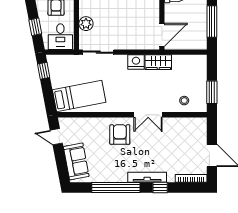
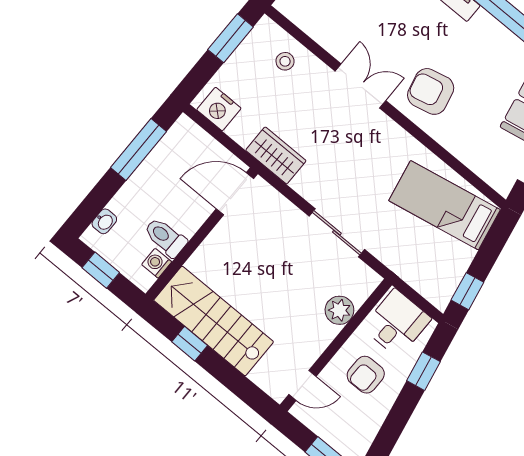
sliding door: (98, 52) -> (337, 233), moved
nightstand: (136, 62) -> (219, 109), moved
armchair: (120, 135) -> (431, 91), turned 77

